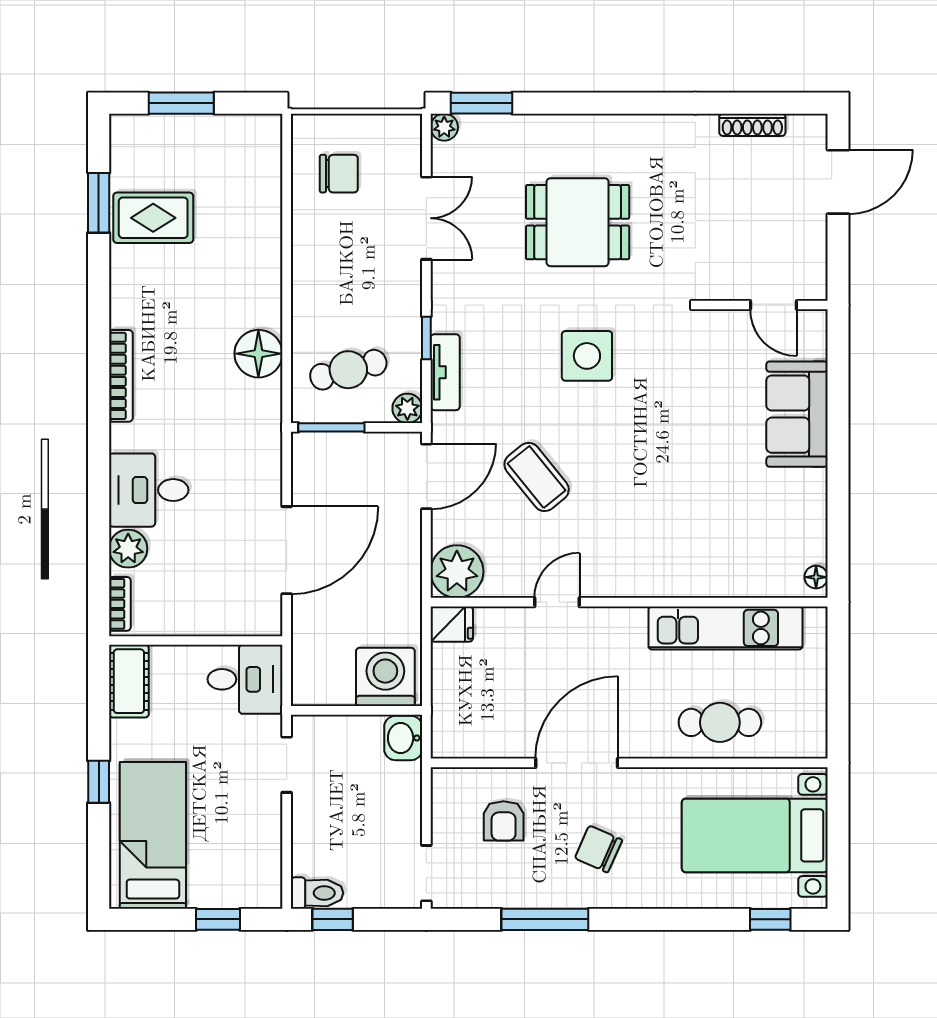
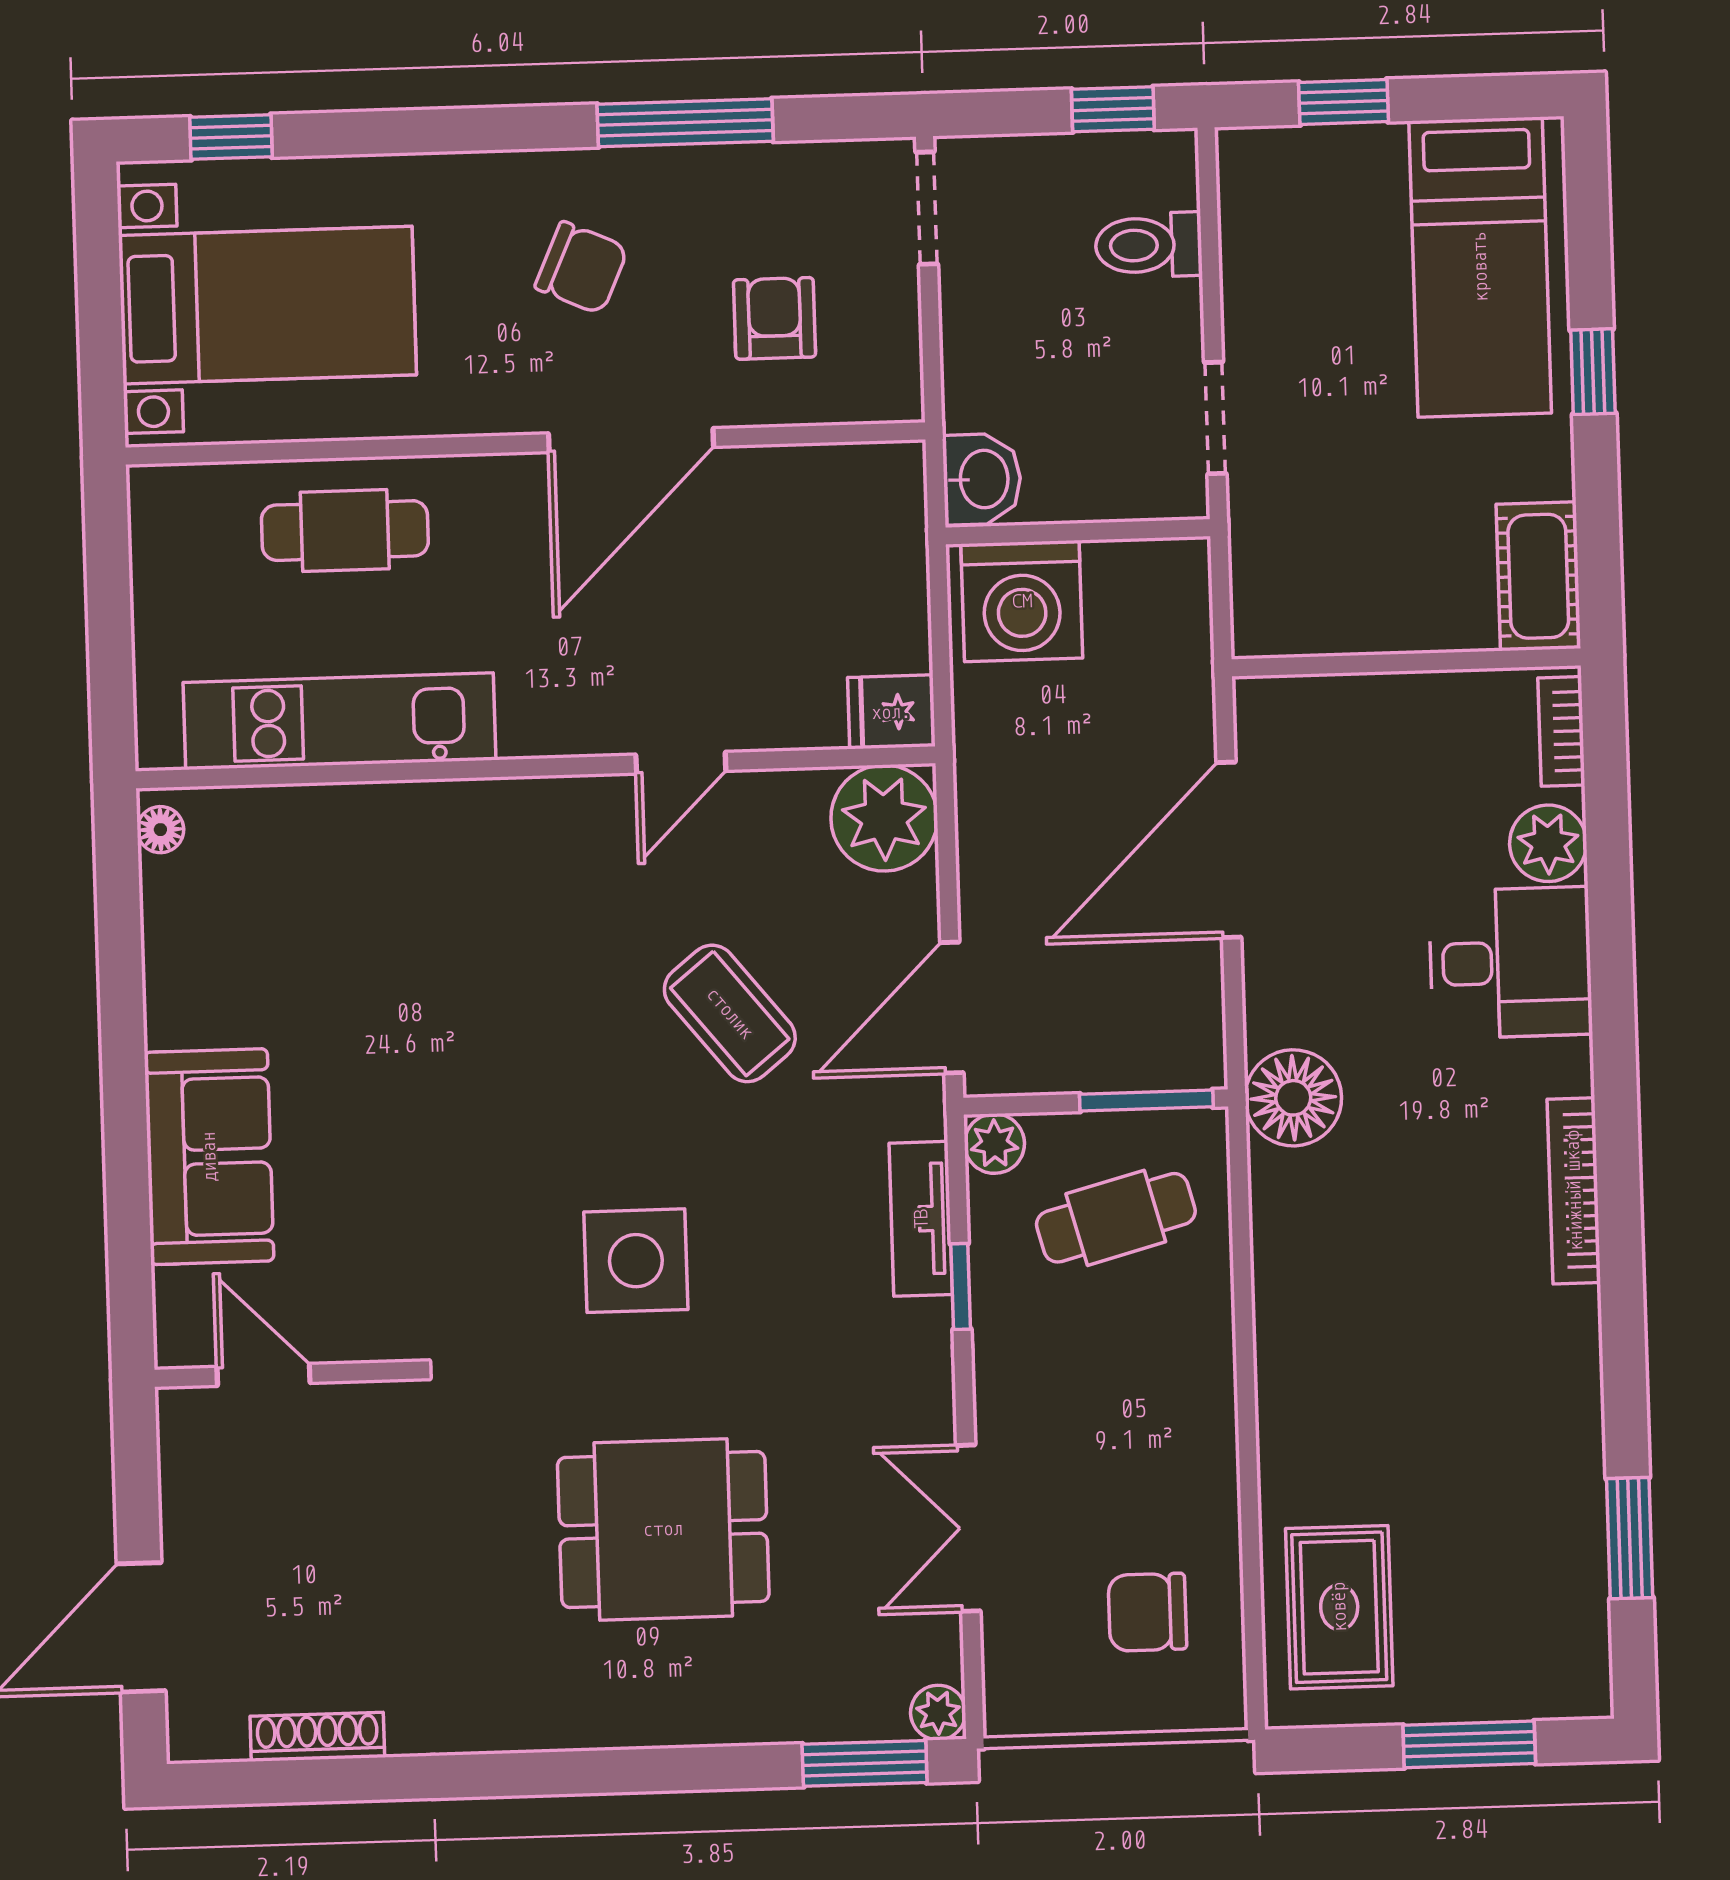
rug: (153, 218) -> (1339, 1607), moved, turned 90
floor lamp: (258, 354) -> (1293, 1098), moved
desk: (245, 679) -> (1304, 587), removed
toilet: (317, 893) -> (1149, 245), moved

